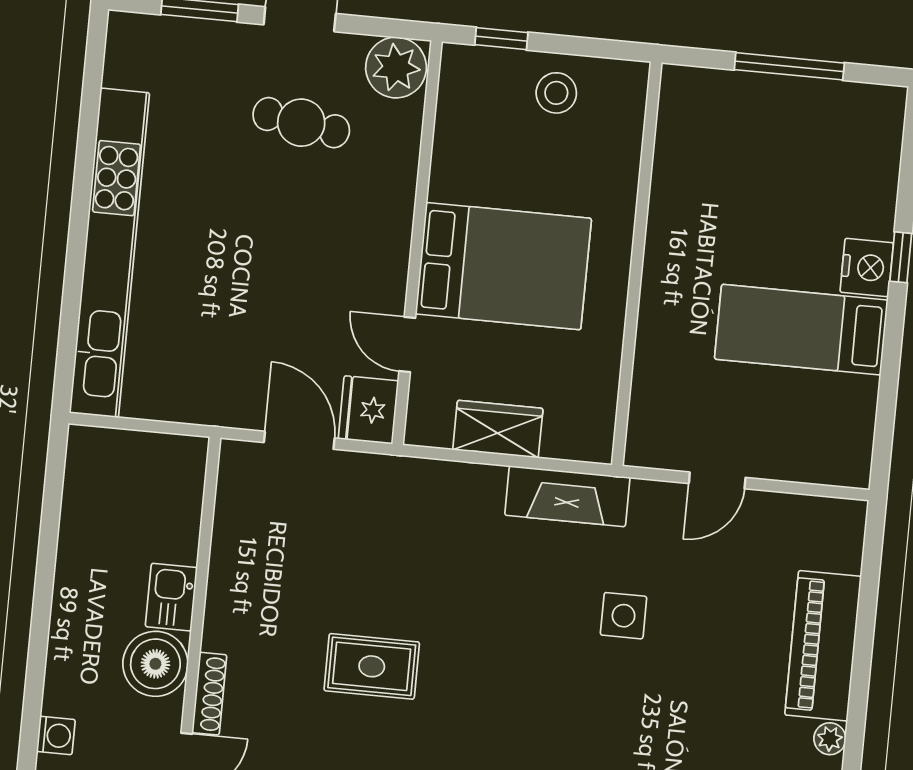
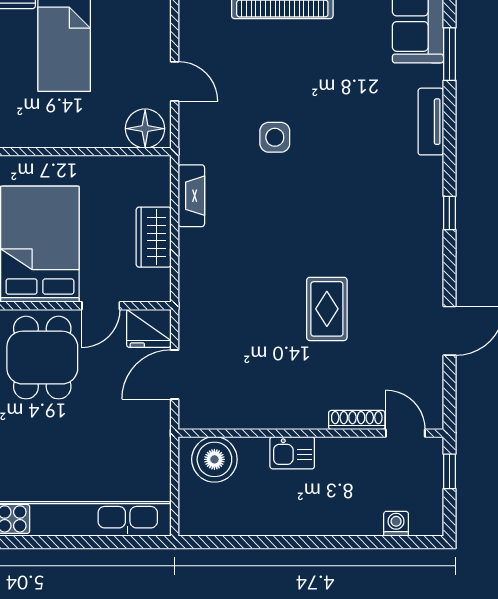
dining table: (341, 254) -> (42, 358), added
floor lamp: (654, 432) -> (145, 129), added
fireplace: (567, 496) -> (191, 196), width x0.73, depth x0.76
boiler: (155, 664) -> (214, 459), moved

